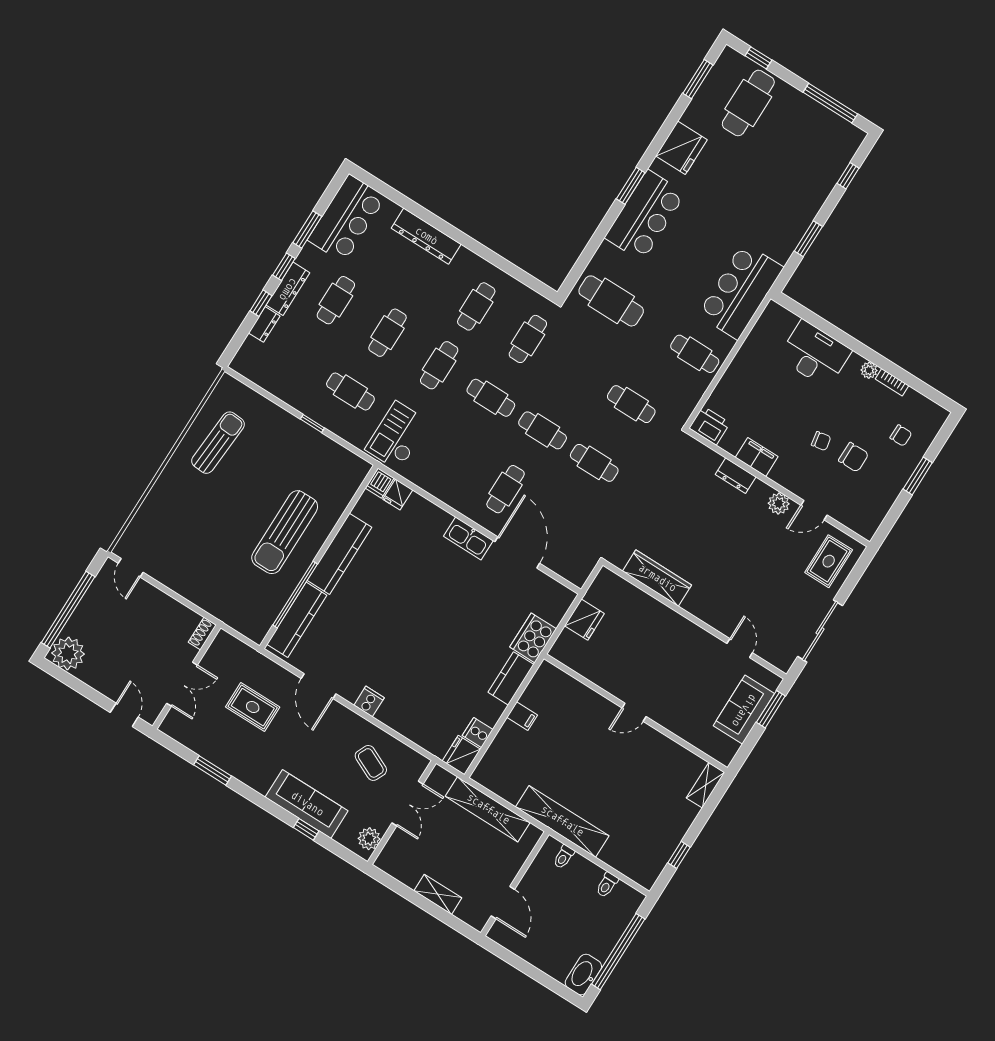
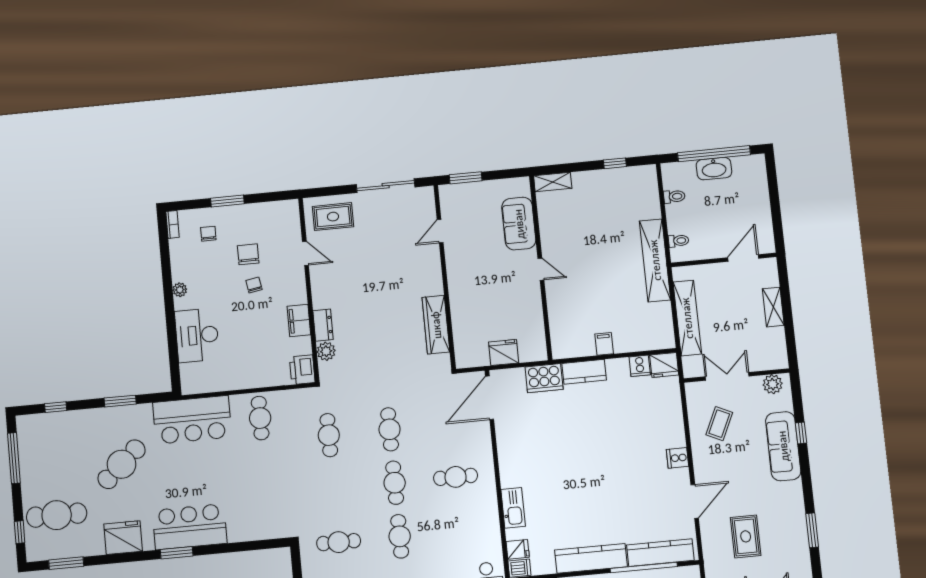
cafe table: (611, 301) -> (122, 464), moved, turned 48
bookcase: (892, 382) -> (173, 224), moved
plant: (779, 504) -> (326, 351), moved
kitchen sink: (468, 538) -> (513, 508), moved
door: (517, 552) -> (490, 398), moved
sofa: (744, 710) -> (519, 224), moved, turned 90
washbasin: (583, 975) -> (714, 169), moved

